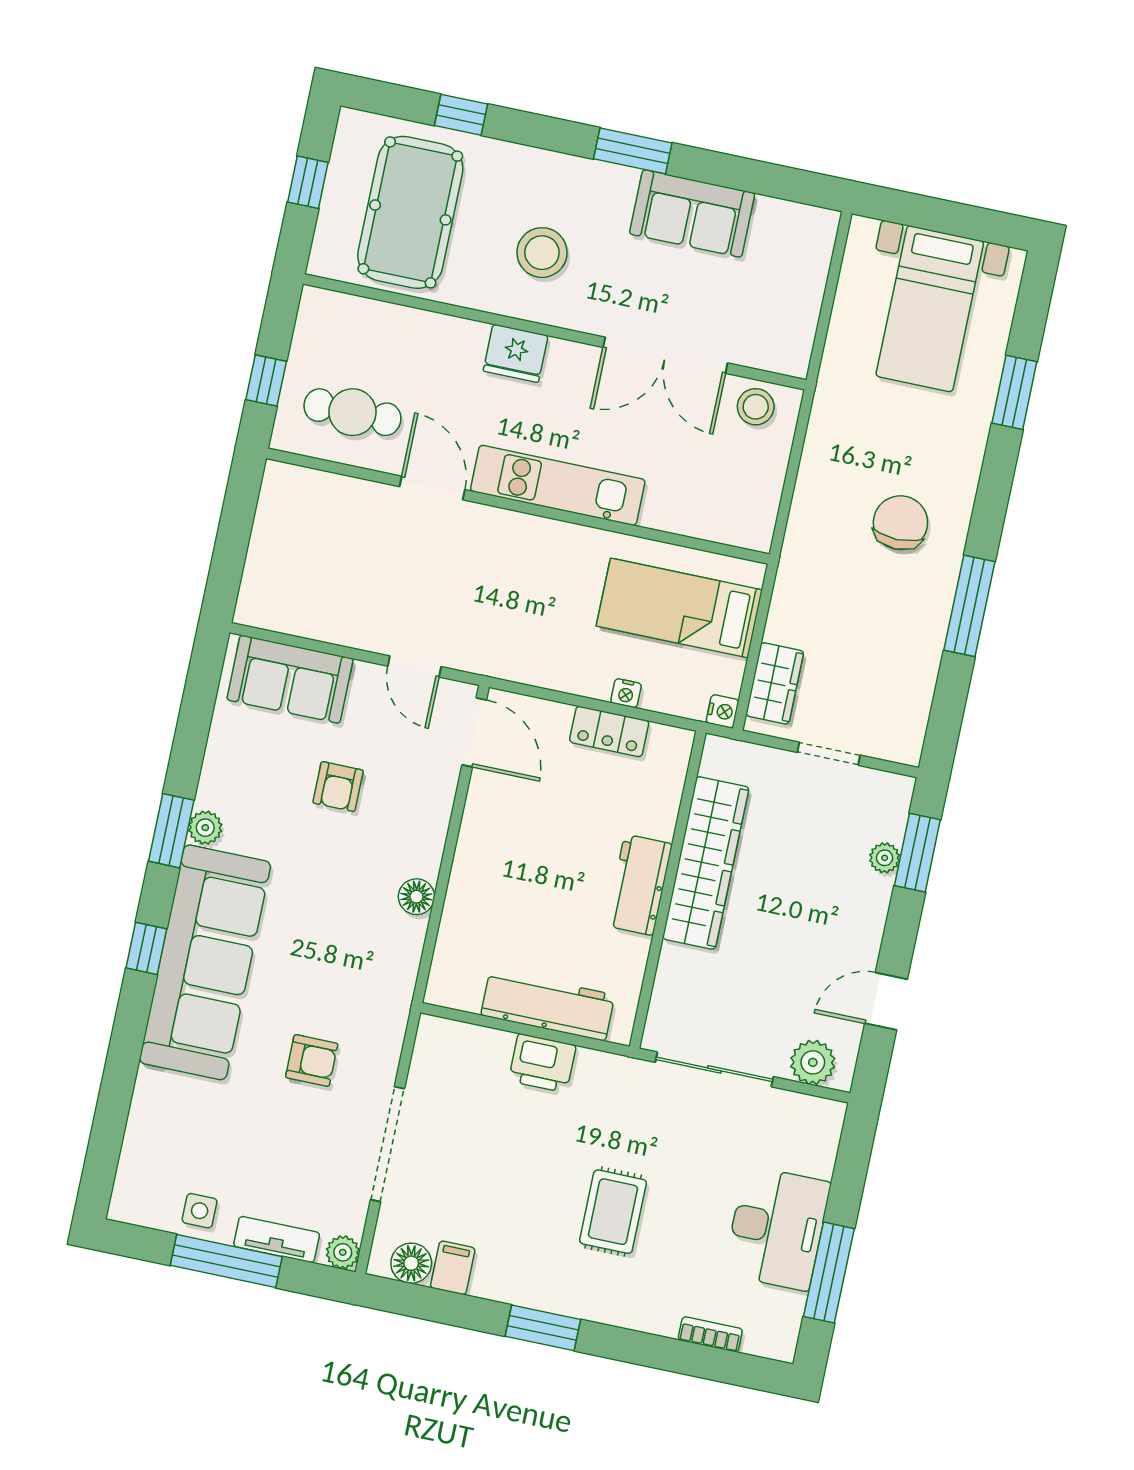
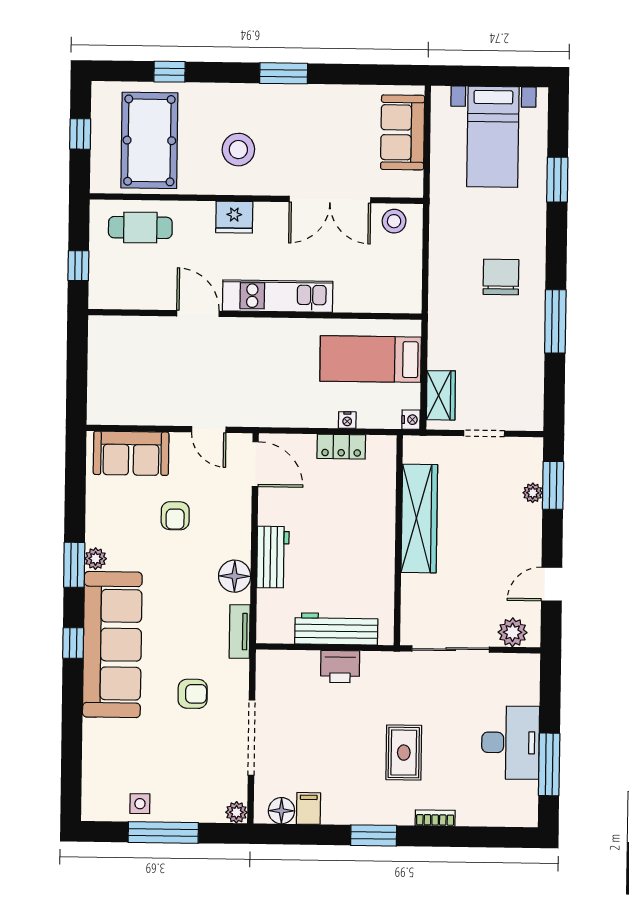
sofa: (692, 213) -> (403, 132), moved, turned 90
cafe table: (352, 412) -> (140, 228), moved
workbench: (639, 885) -> (273, 557), moved, turned 180
floor lamp: (416, 897) -> (235, 576), width x1.38, depth x1.38
tv unit: (277, 1239) -> (240, 632), moved, turned -90
bookcase: (710, 1334) -> (435, 818), moved

